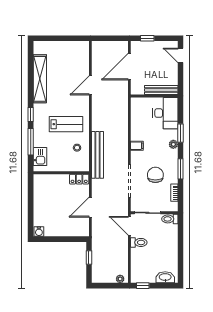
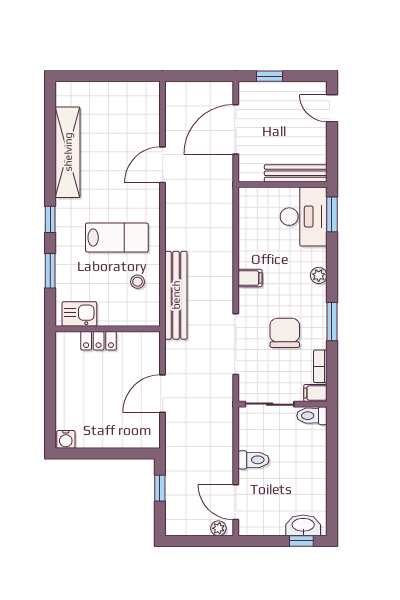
window: (180, 133) -> (332, 214), moved
window: (31, 142) -> (50, 271), width x0.69
kitchen sink: (40, 157) -> (79, 314), moved, turned -90
locker: (79, 179) -> (99, 341), moved
filing cabinet: (172, 207) -> (315, 393), added
door: (129, 226) -> (236, 502), moved
window: (143, 286) -> (301, 541), moved

